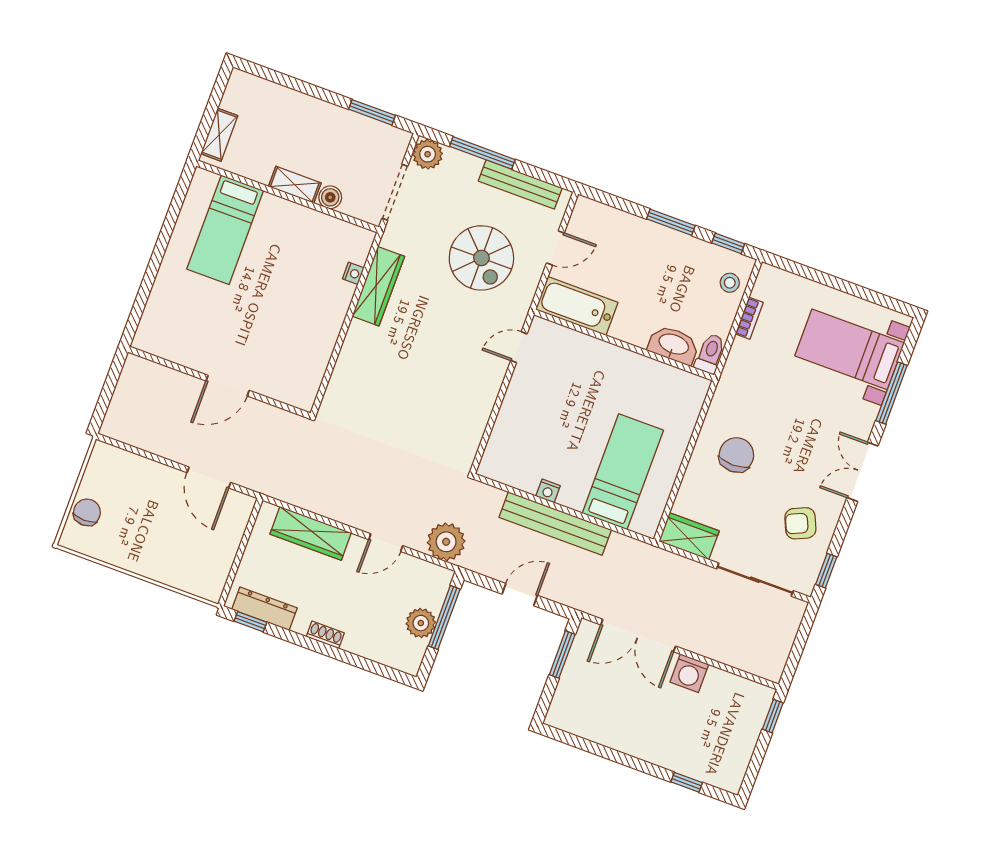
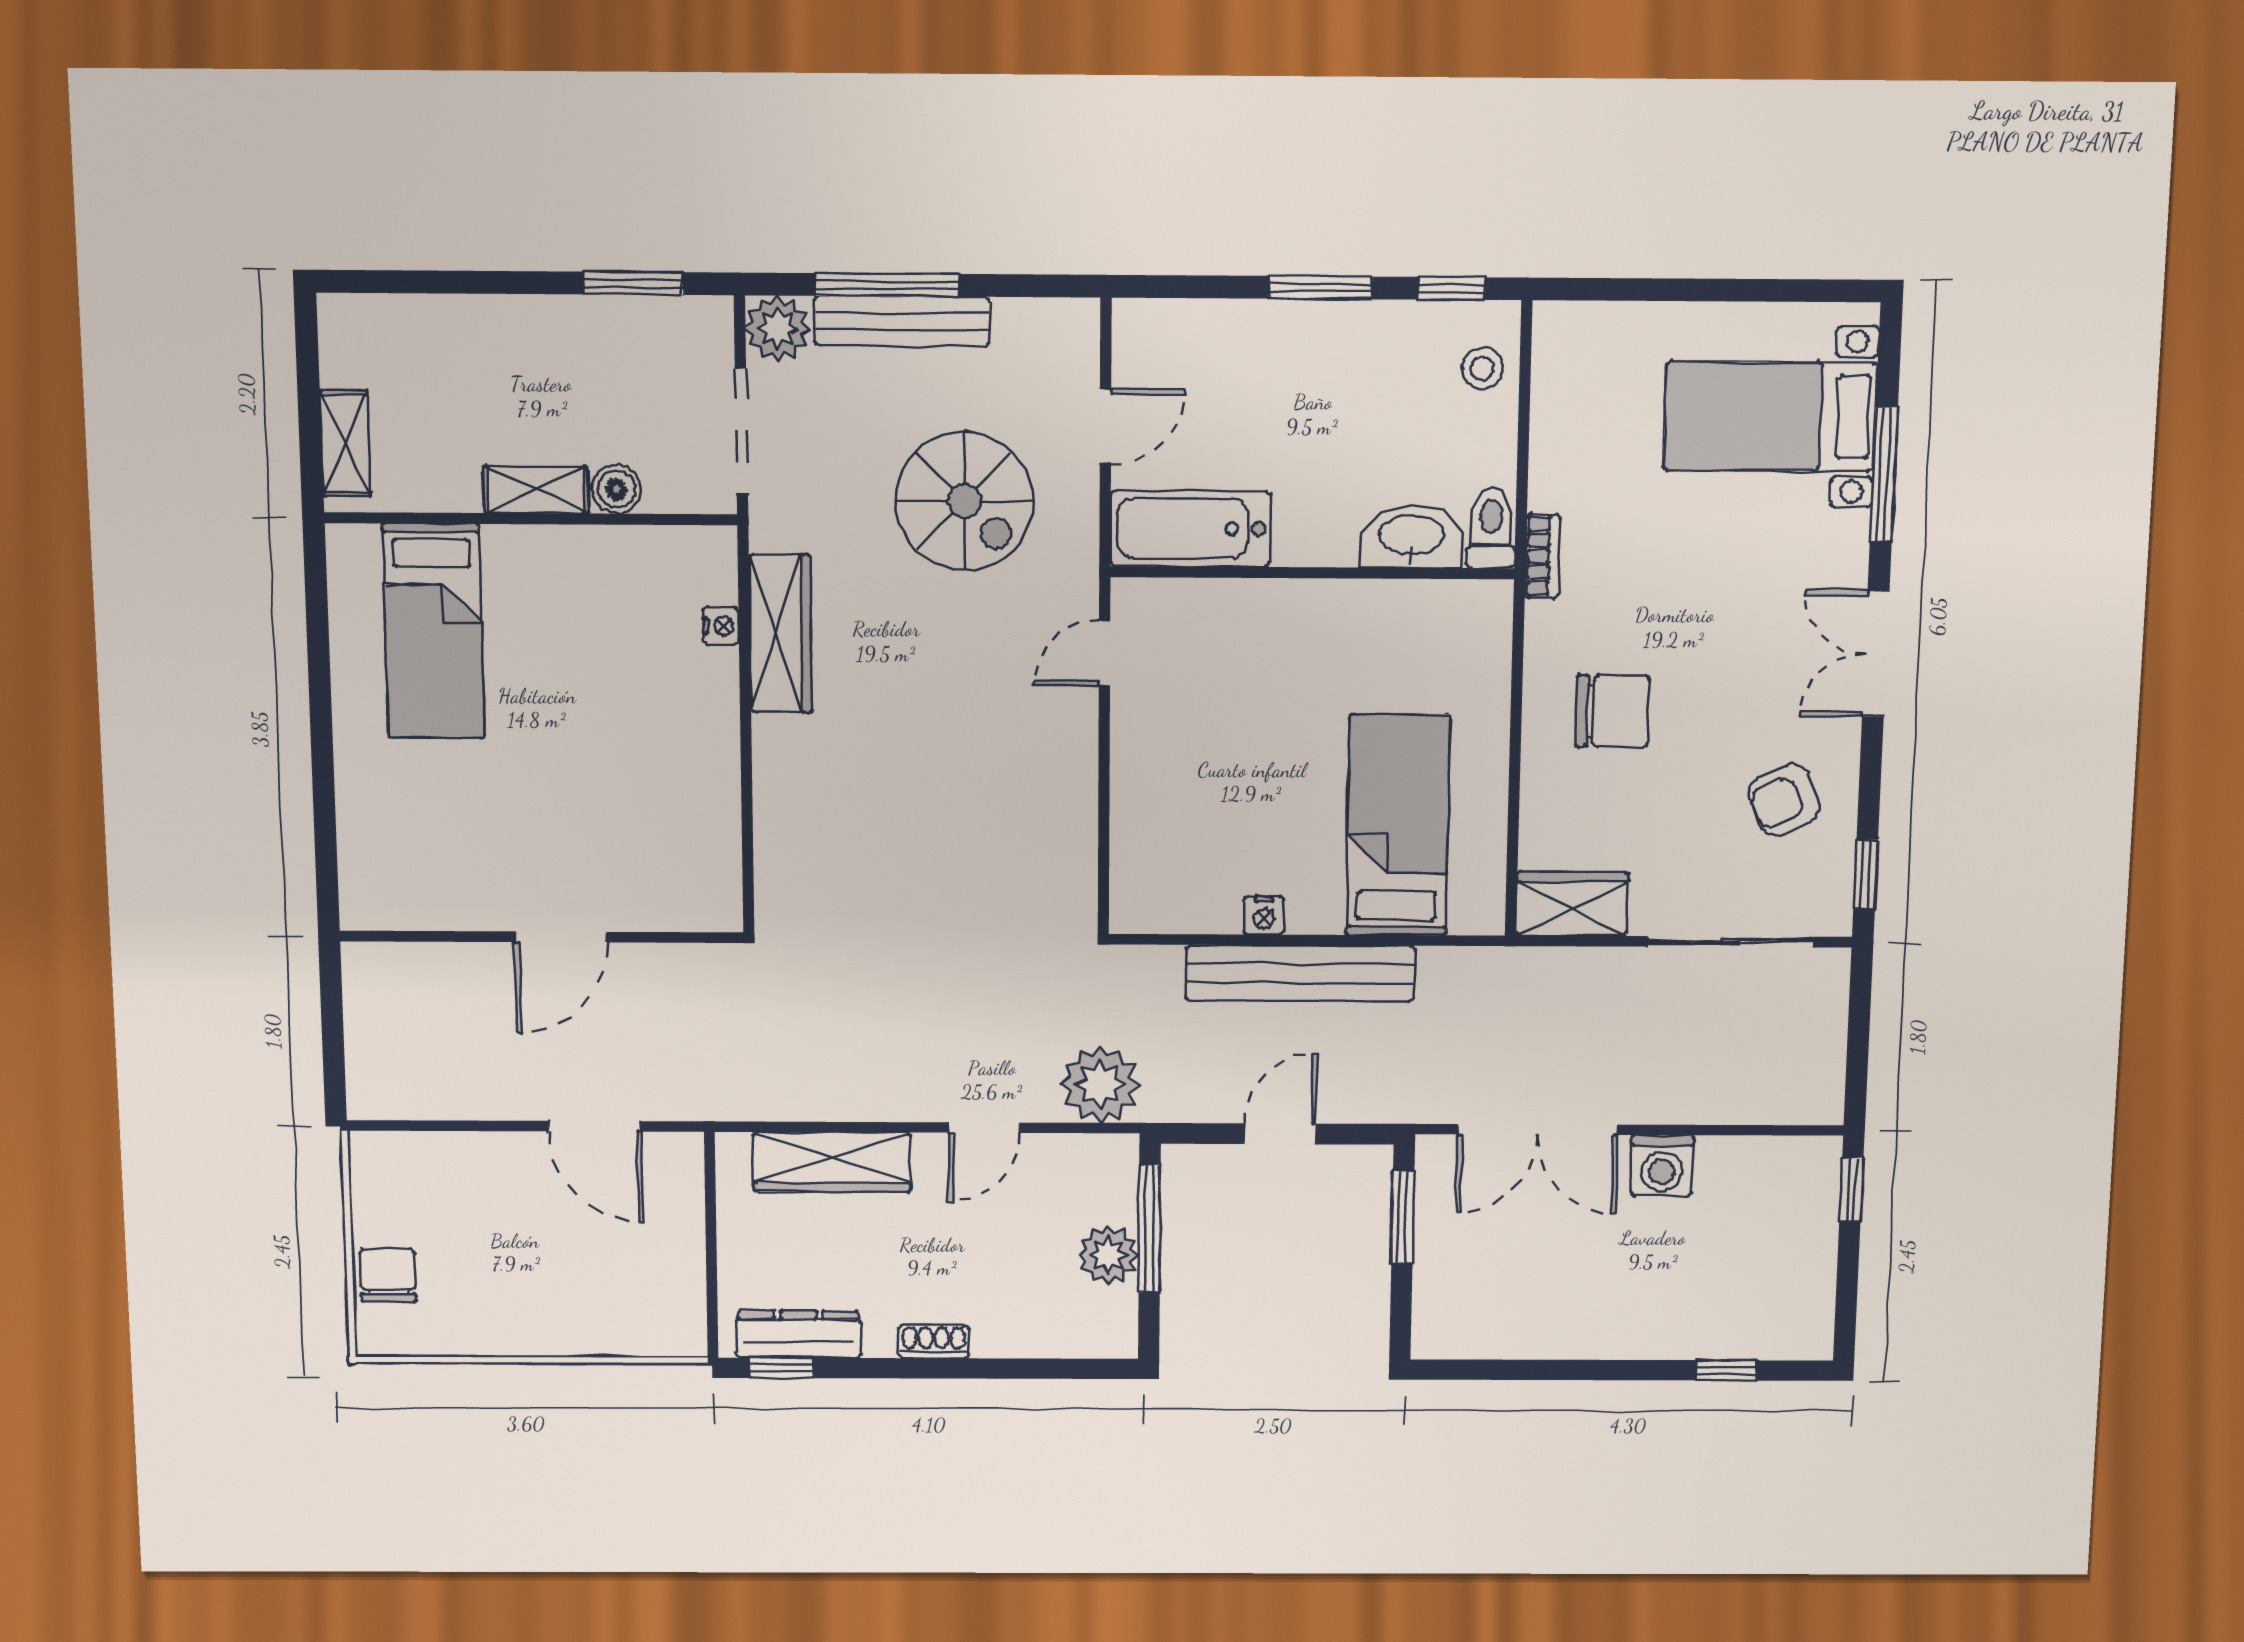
bench: (520, 184) -> (902, 321), moved
bookcase: (749, 318) -> (1542, 556), moved
chair: (736, 455) -> (1612, 711), turned 90

